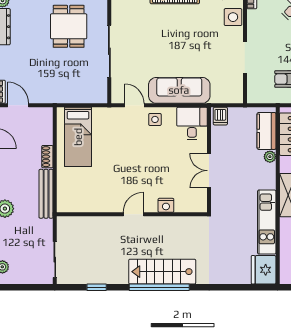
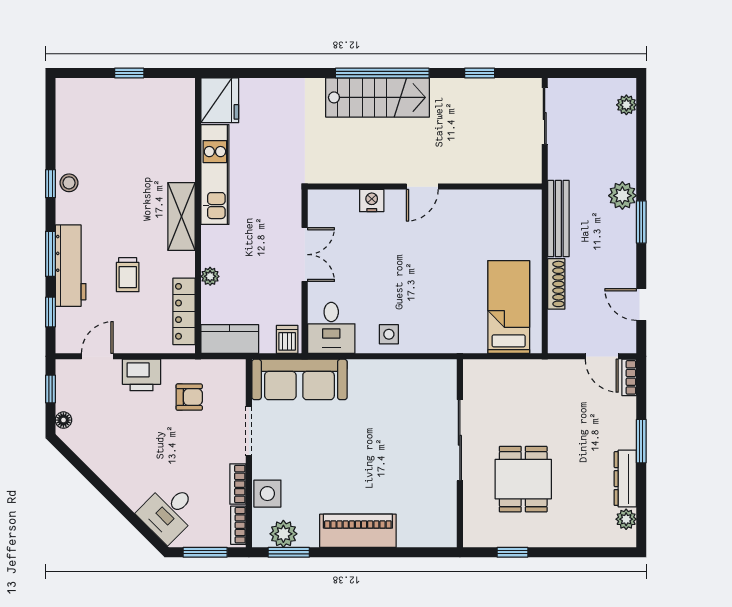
bookcase: (252, 23) -> (238, 484), added
sofa: (179, 90) -> (299, 379), moved
door: (134, 105) -> (421, 356), removed
kitchen counter: (267, 131) -> (230, 339), moved, turned -90
shoe rack: (47, 157) -> (556, 284), width x1.43

